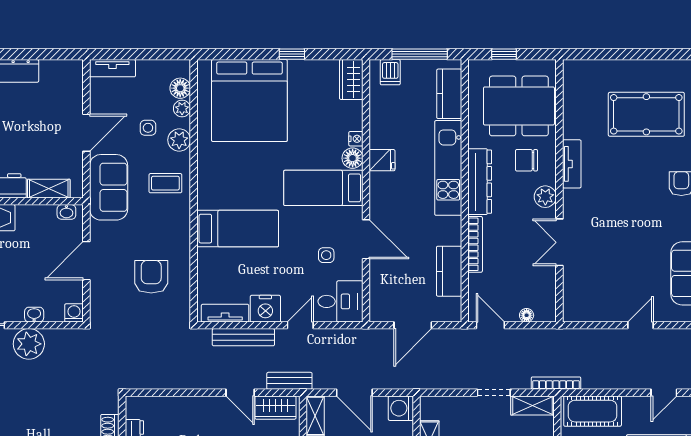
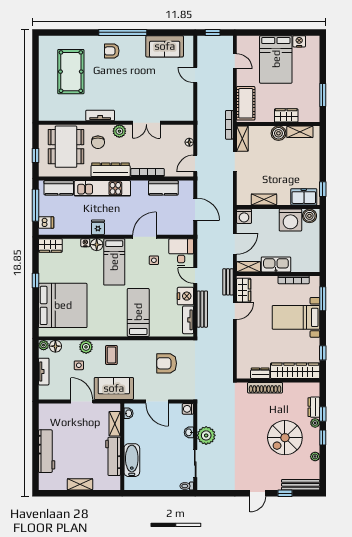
tv unit: (112, 68) -> (44, 372), moved
plant: (182, 108) -> (44, 345), moved

